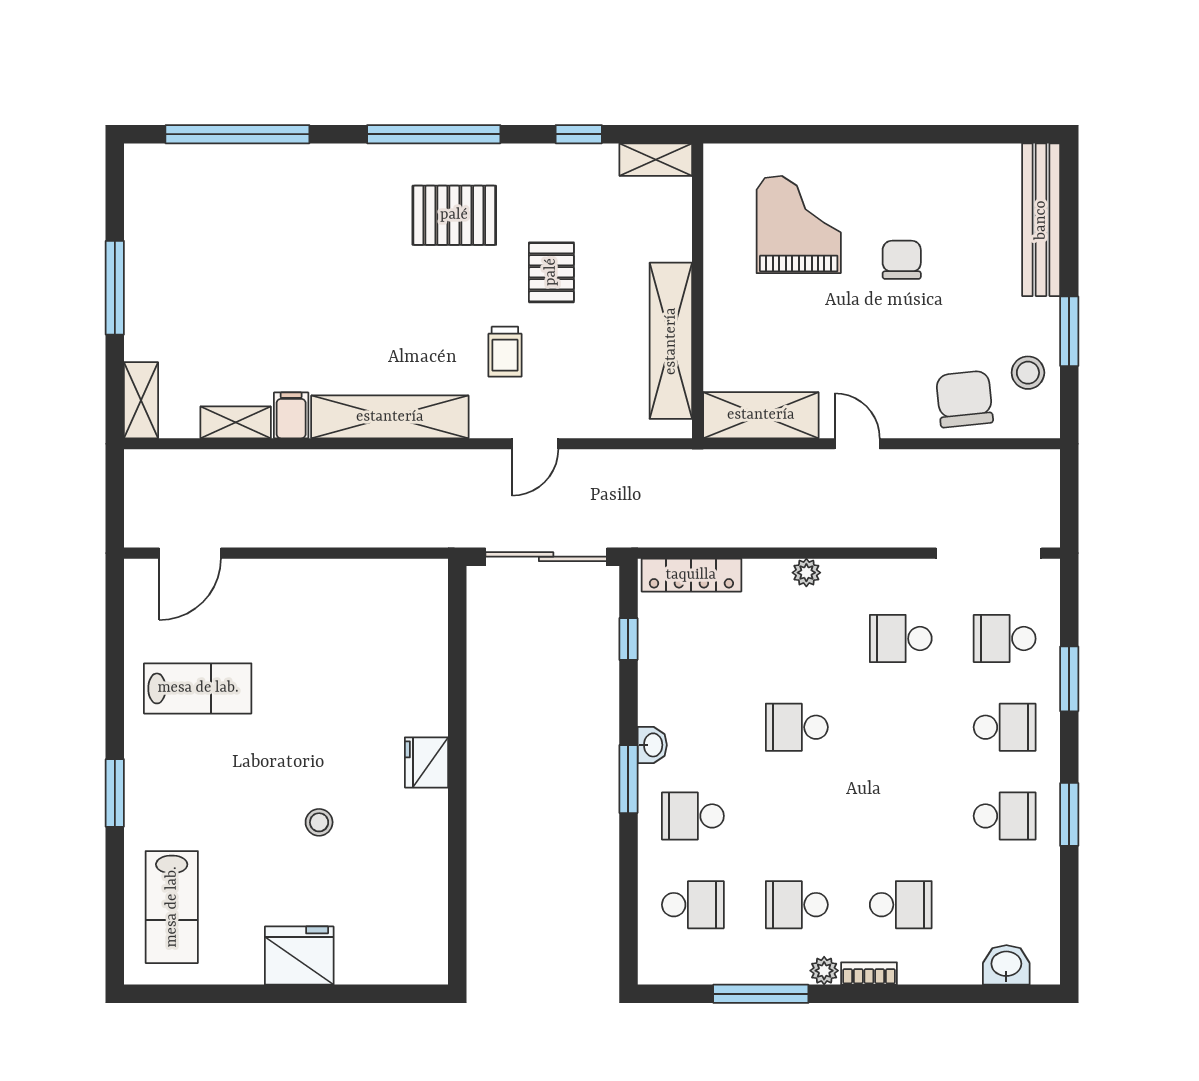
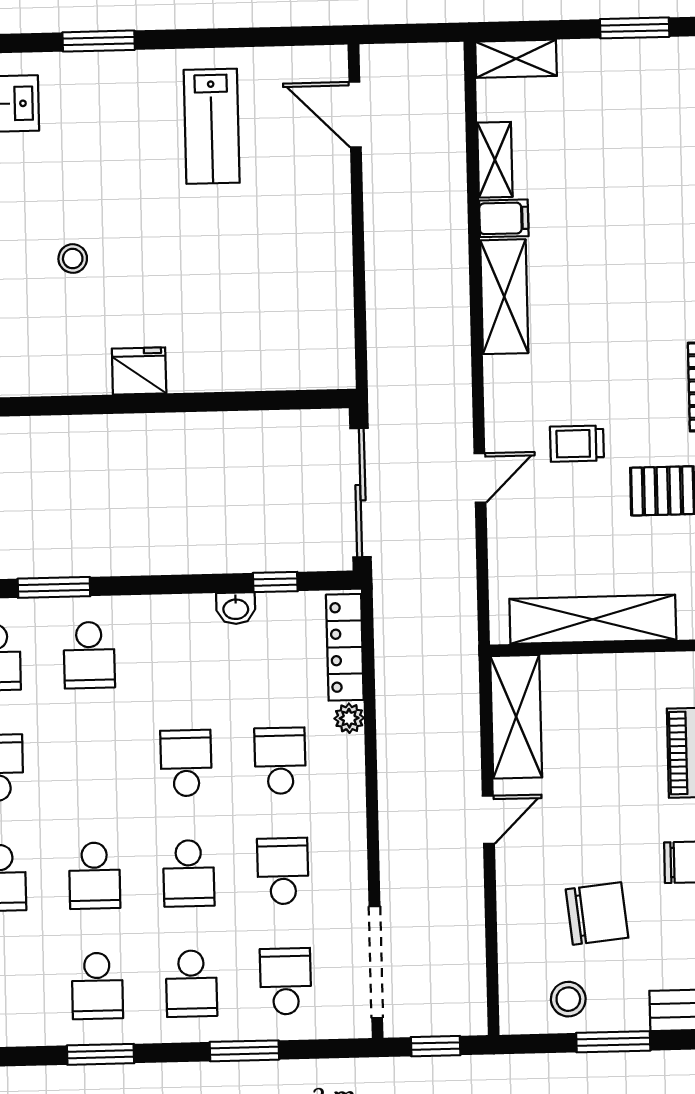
window: (115, 288) -> (635, 28), width x0.69
chair: (965, 399) -> (597, 914), moved
shelving: (390, 417) -> (504, 297), width x0.68
door: (535, 444) -> (480, 478), swing flipped
window: (1069, 499) -> (436, 1046), added
plant: (806, 573) -> (349, 718), moved
school desk: (797, 639) -> (280, 761), added
school desk: (901, 727) -> (189, 873), added
washbasin: (652, 745) -> (236, 608), moved
window: (628, 779) -> (54, 587), moved
school desk: (693, 816) -> (89, 655), turned 180
school desk: (901, 816) -> (95, 876), added

